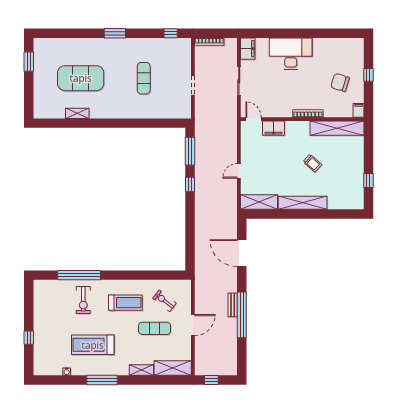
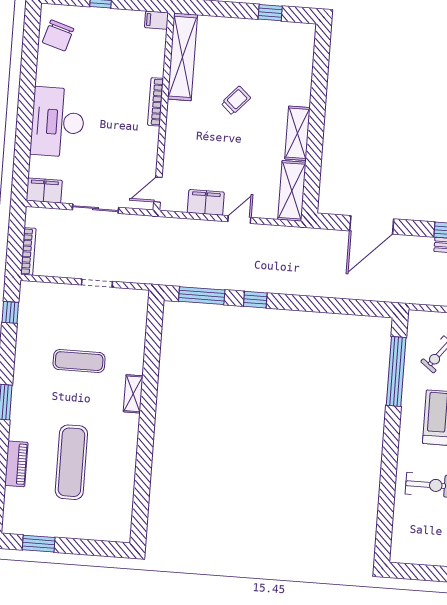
piano: (77, 44) -> (16, 464), added
exercise mat: (81, 78) -> (71, 462), width x0.68
chair: (340, 82) -> (58, 35), moved
shelving: (77, 113) -> (133, 394), moved
filing cabinet: (273, 128) -> (206, 202), moved, turned -90
door: (239, 171) -> (239, 219), swing flipped
shelving: (303, 203) -> (297, 133), width x0.68
window: (79, 275) -> (396, 371), moved

